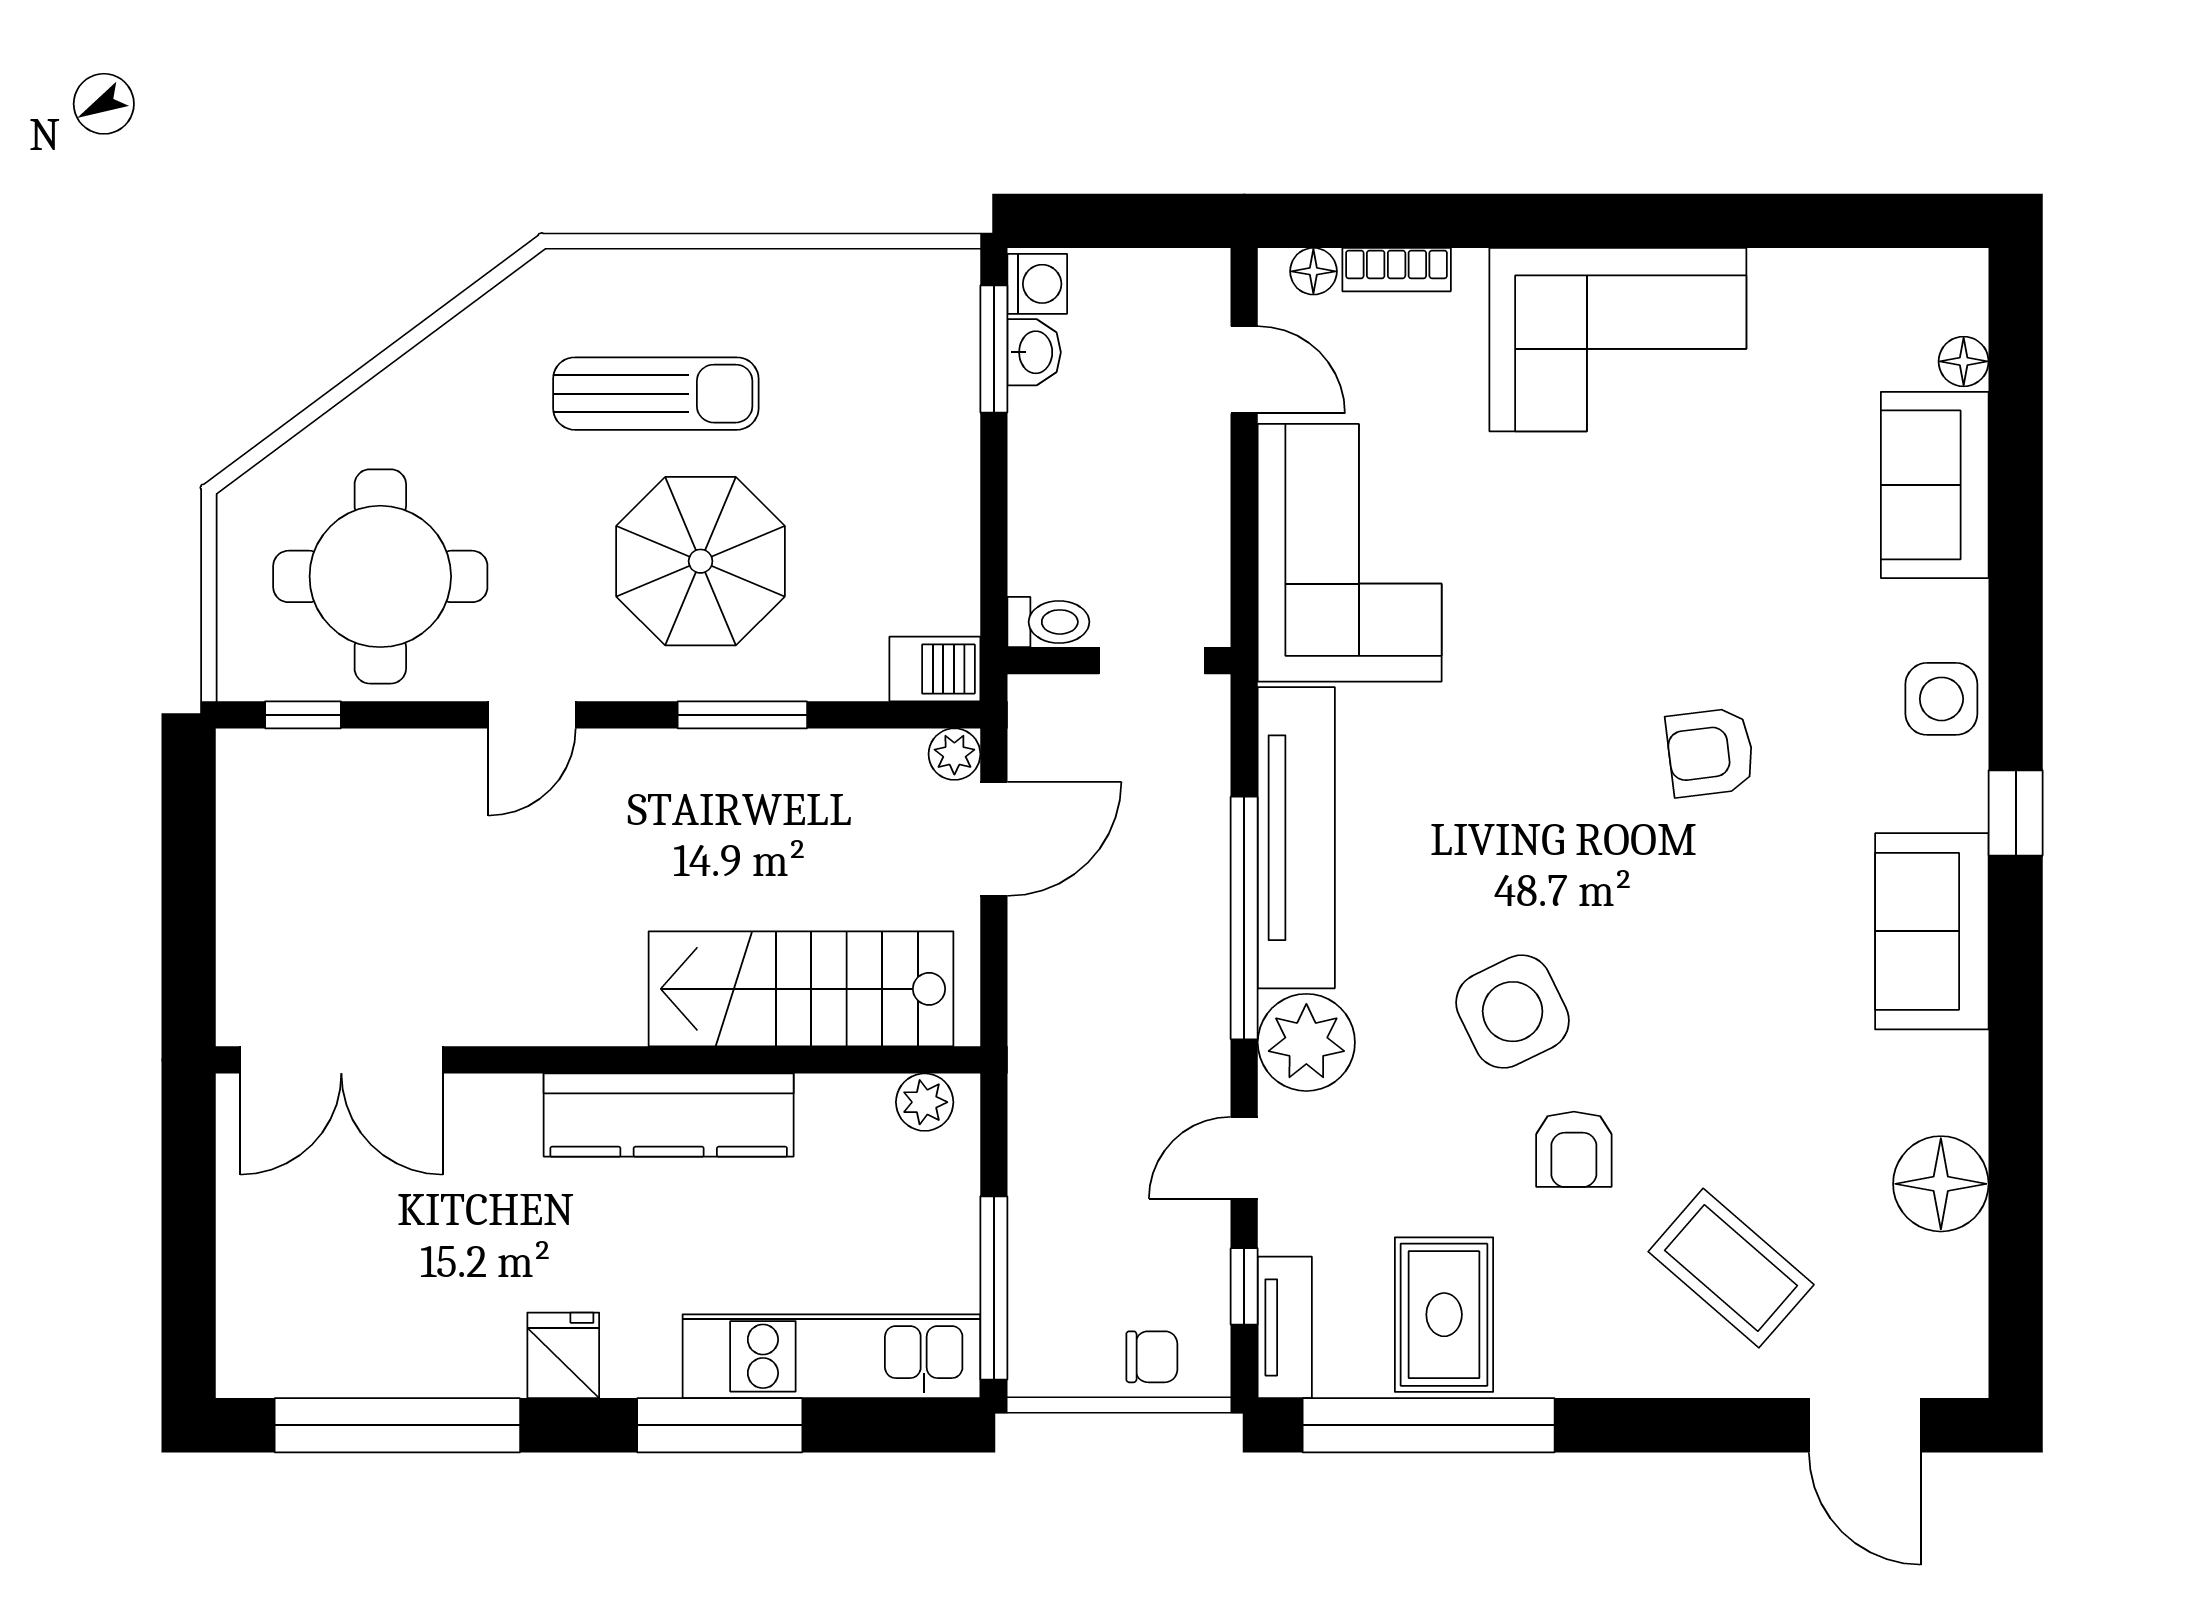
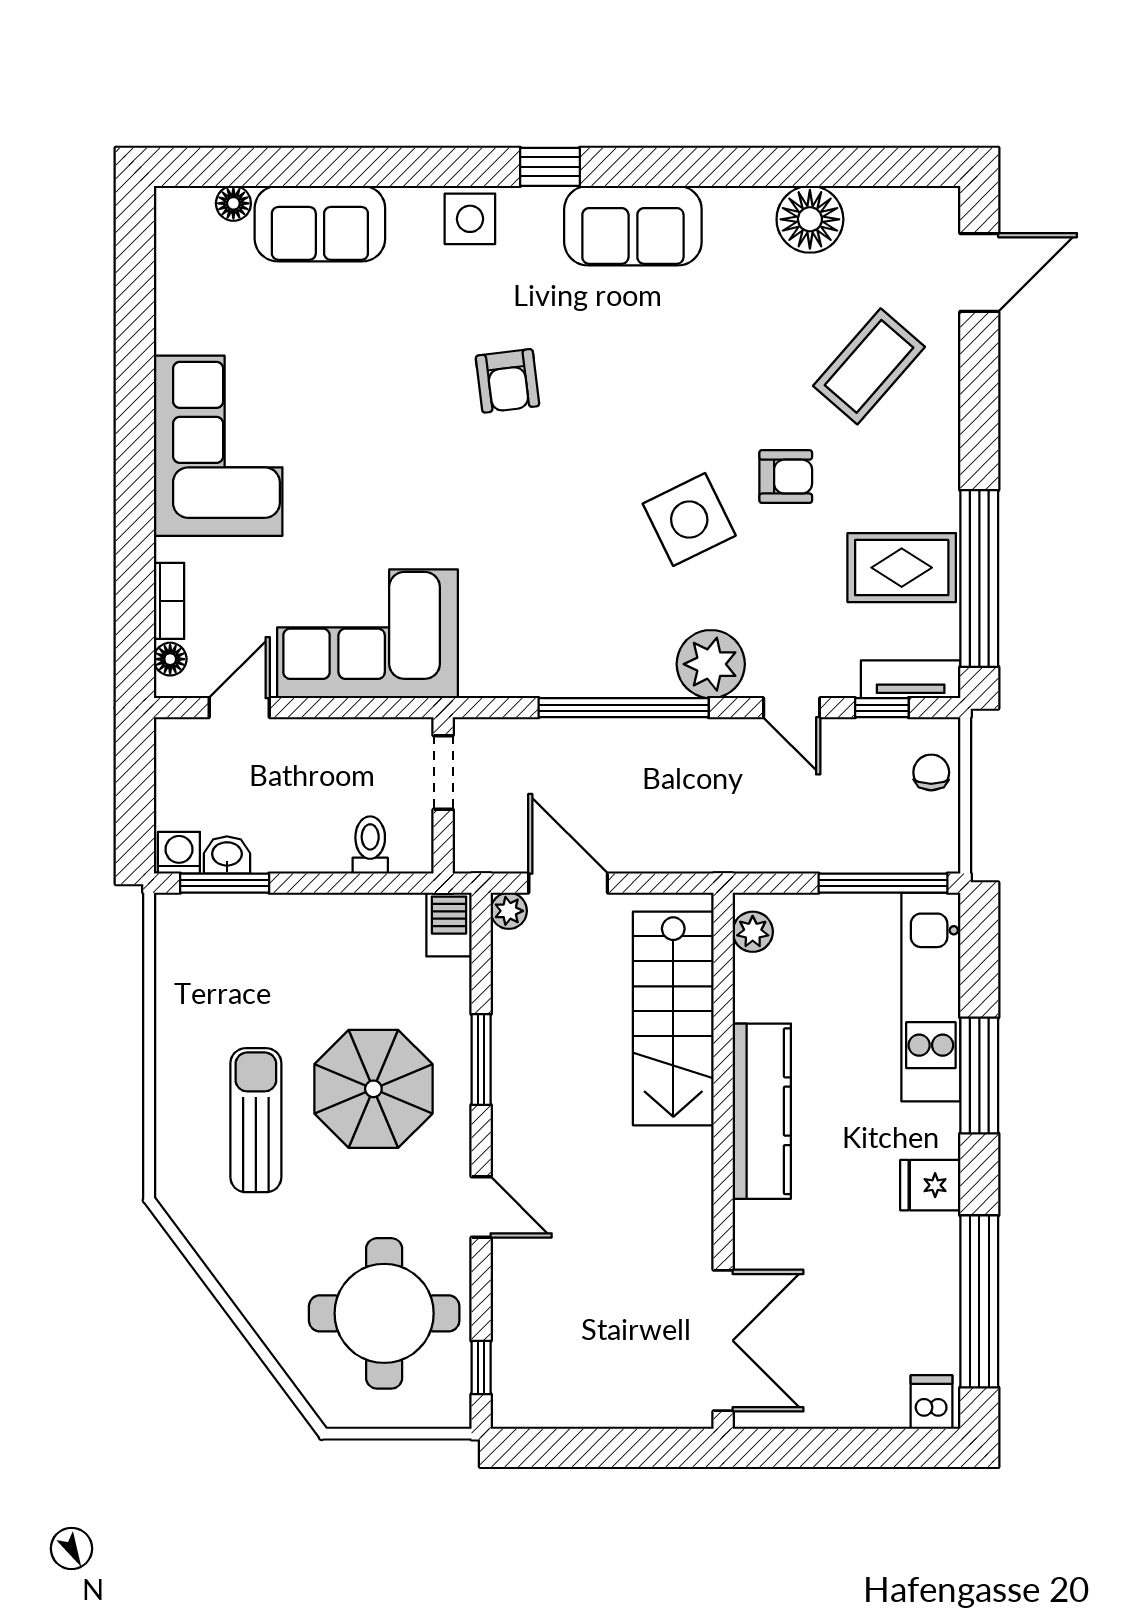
toilet: (1048, 622) -> (370, 845), moved
tv unit: (1296, 838) -> (567, 671), removed
dishwasher: (254, 1357) -> (932, 1402), added

